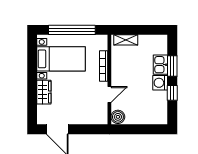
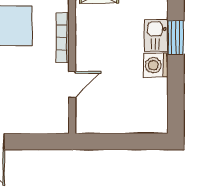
window: (172, 93) -> (176, 82), removed
boiler: (118, 117) -> (86, 121), removed

